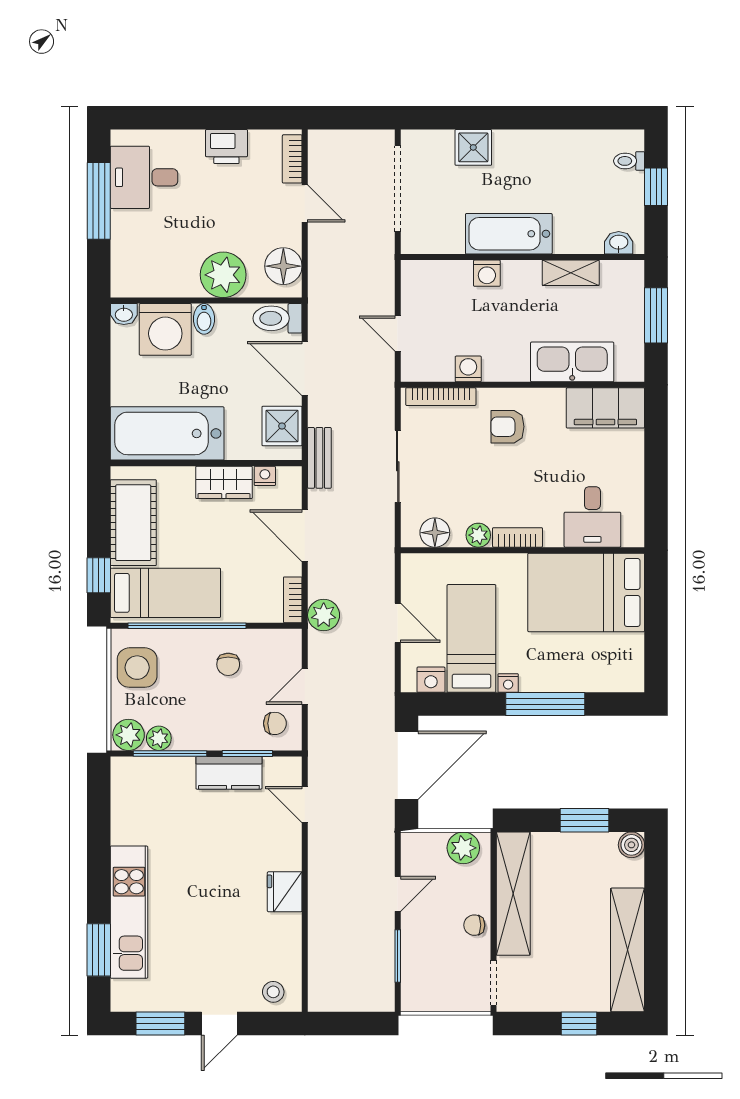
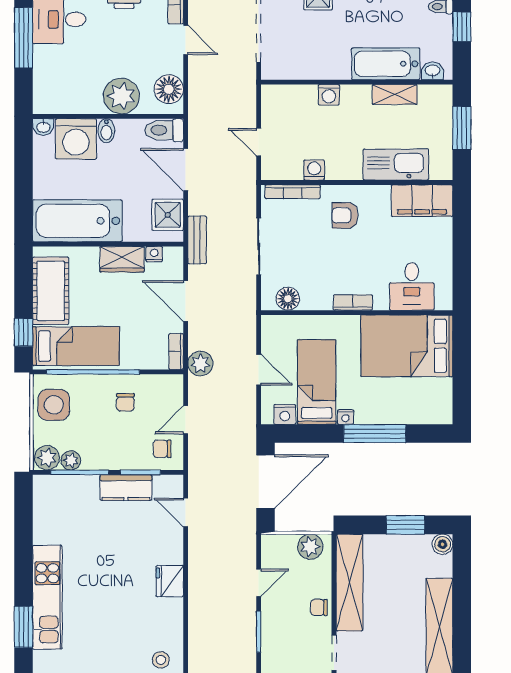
bathtub: (509, 234) -> (386, 64), moved
plant: (478, 535) -> (322, 301), removed
chair: (275, 723) -> (162, 449), turned 180

